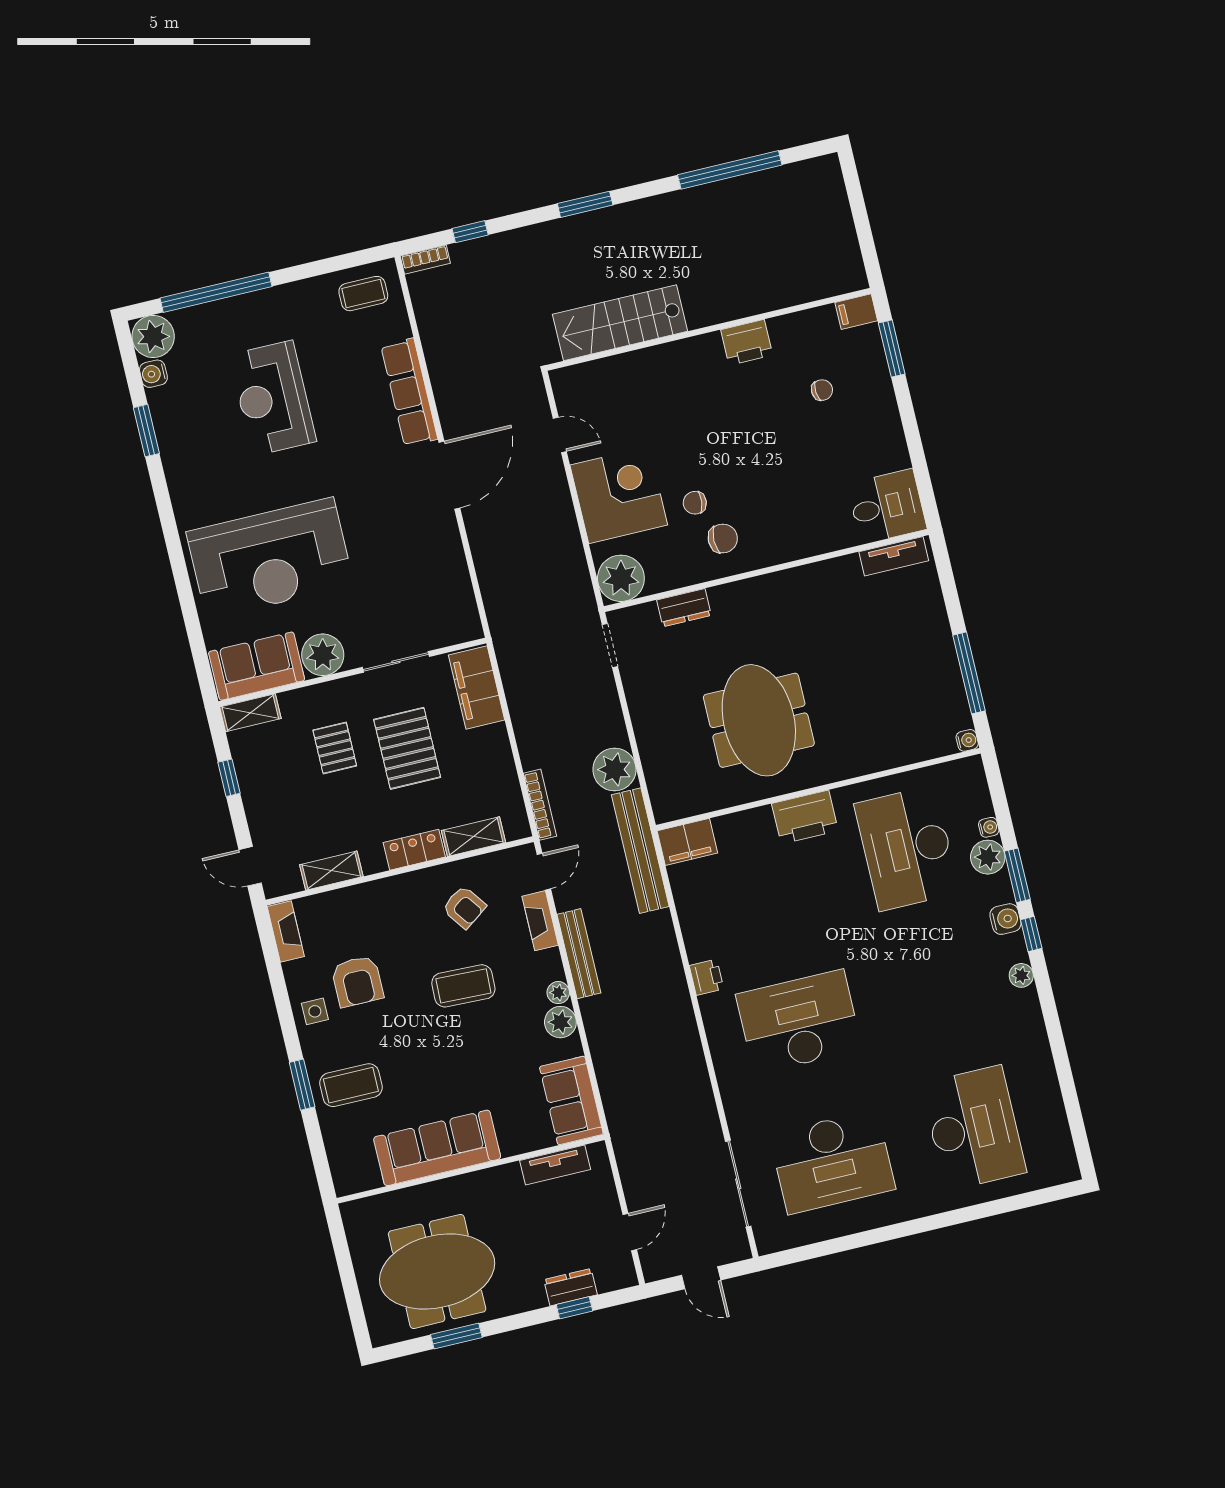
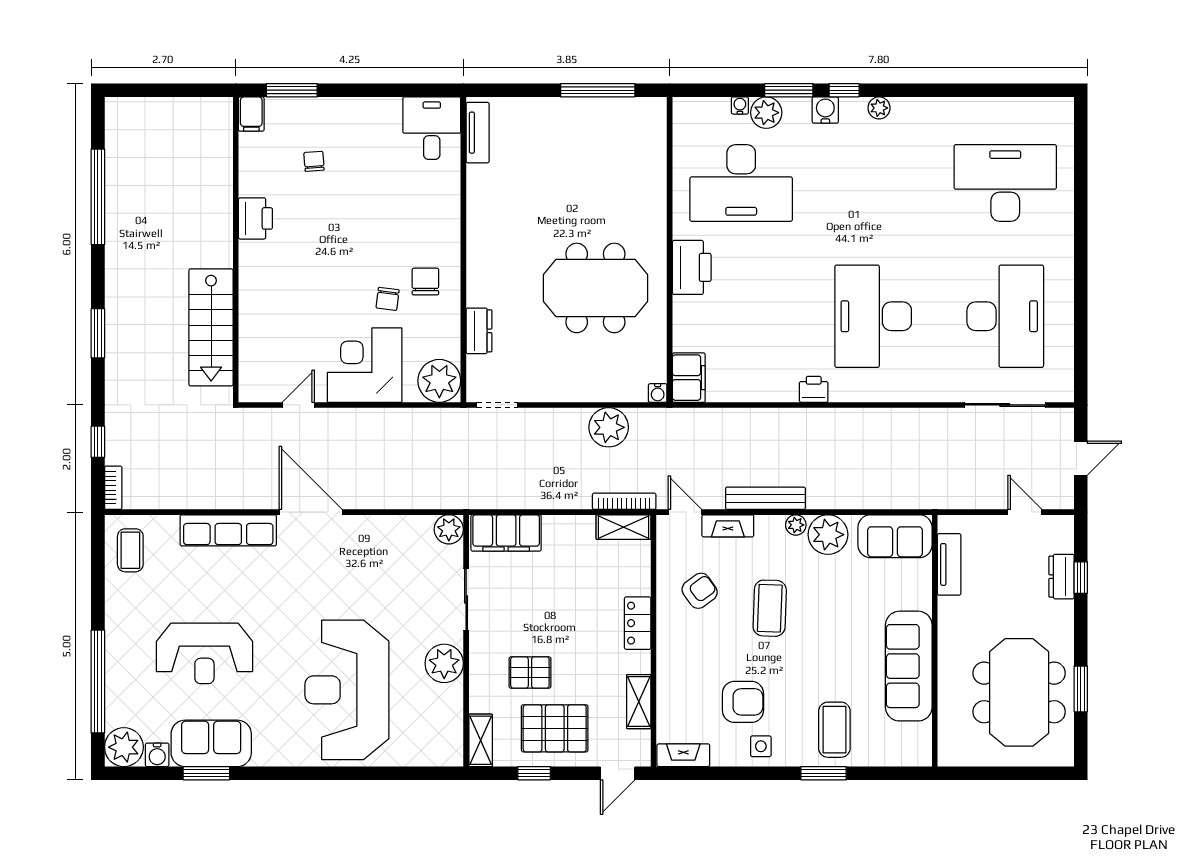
reception desk: (270, 558) -> (347, 690), turned 180
plant: (466, 626) -> (449, 529), added
sofa: (257, 666) -> (211, 743), moved, turned 90
water cooler: (967, 740) -> (658, 393), moved, turned 180
pallet: (407, 748) -> (555, 728), moved
shelving: (474, 837) -> (623, 527), moved, turned 90
bench: (640, 851) -> (687, 422), removed
plant: (560, 1022) -> (828, 535), width x1.36, depth x1.36

